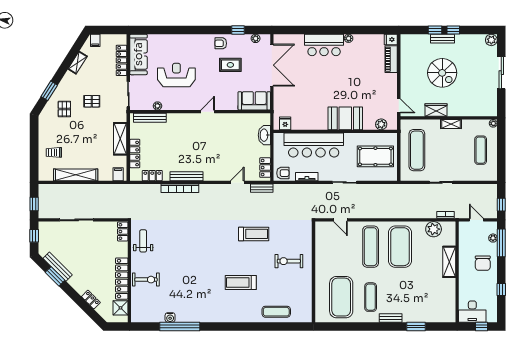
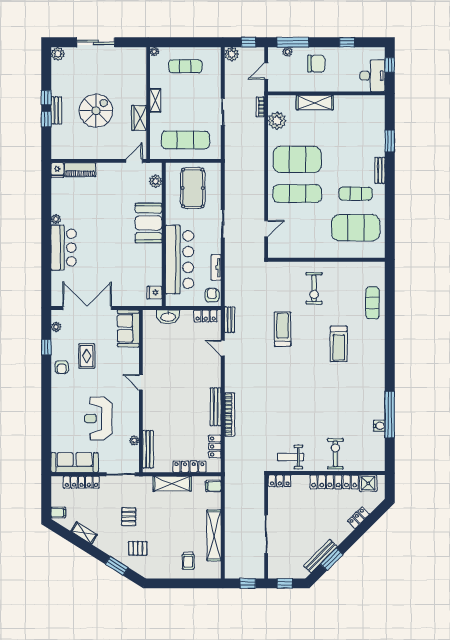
plant: (491, 190) -> (232, 54), added

